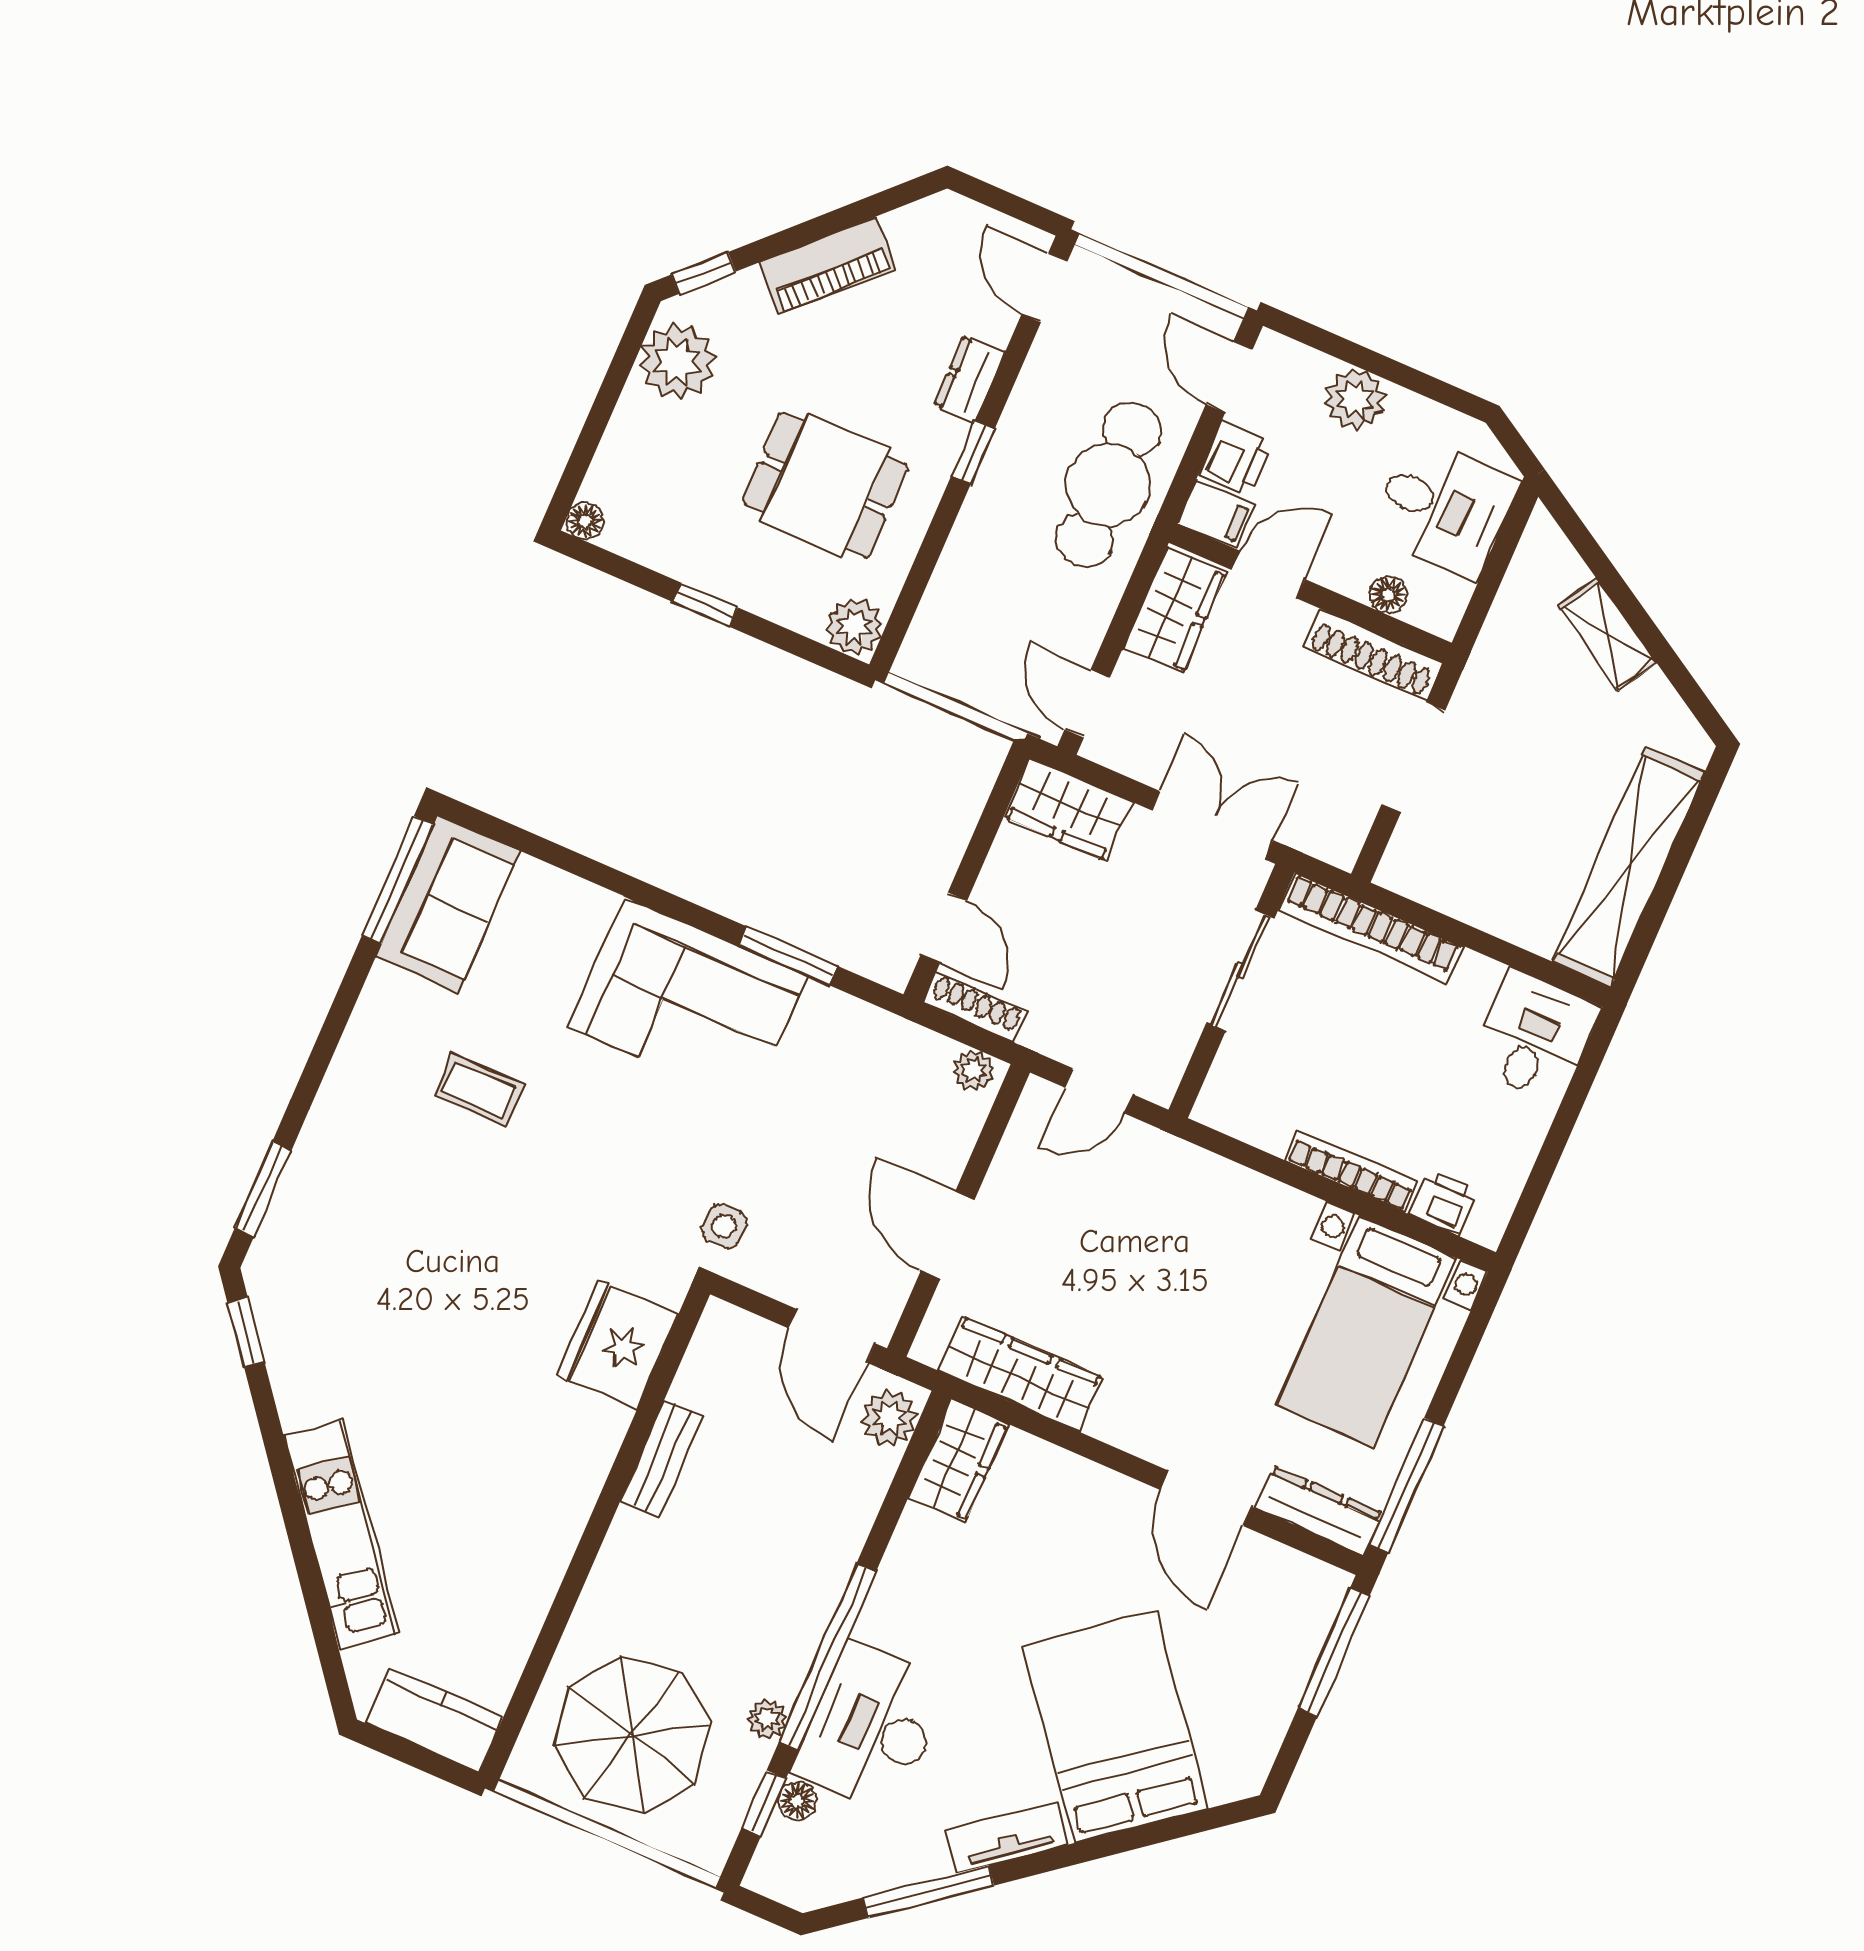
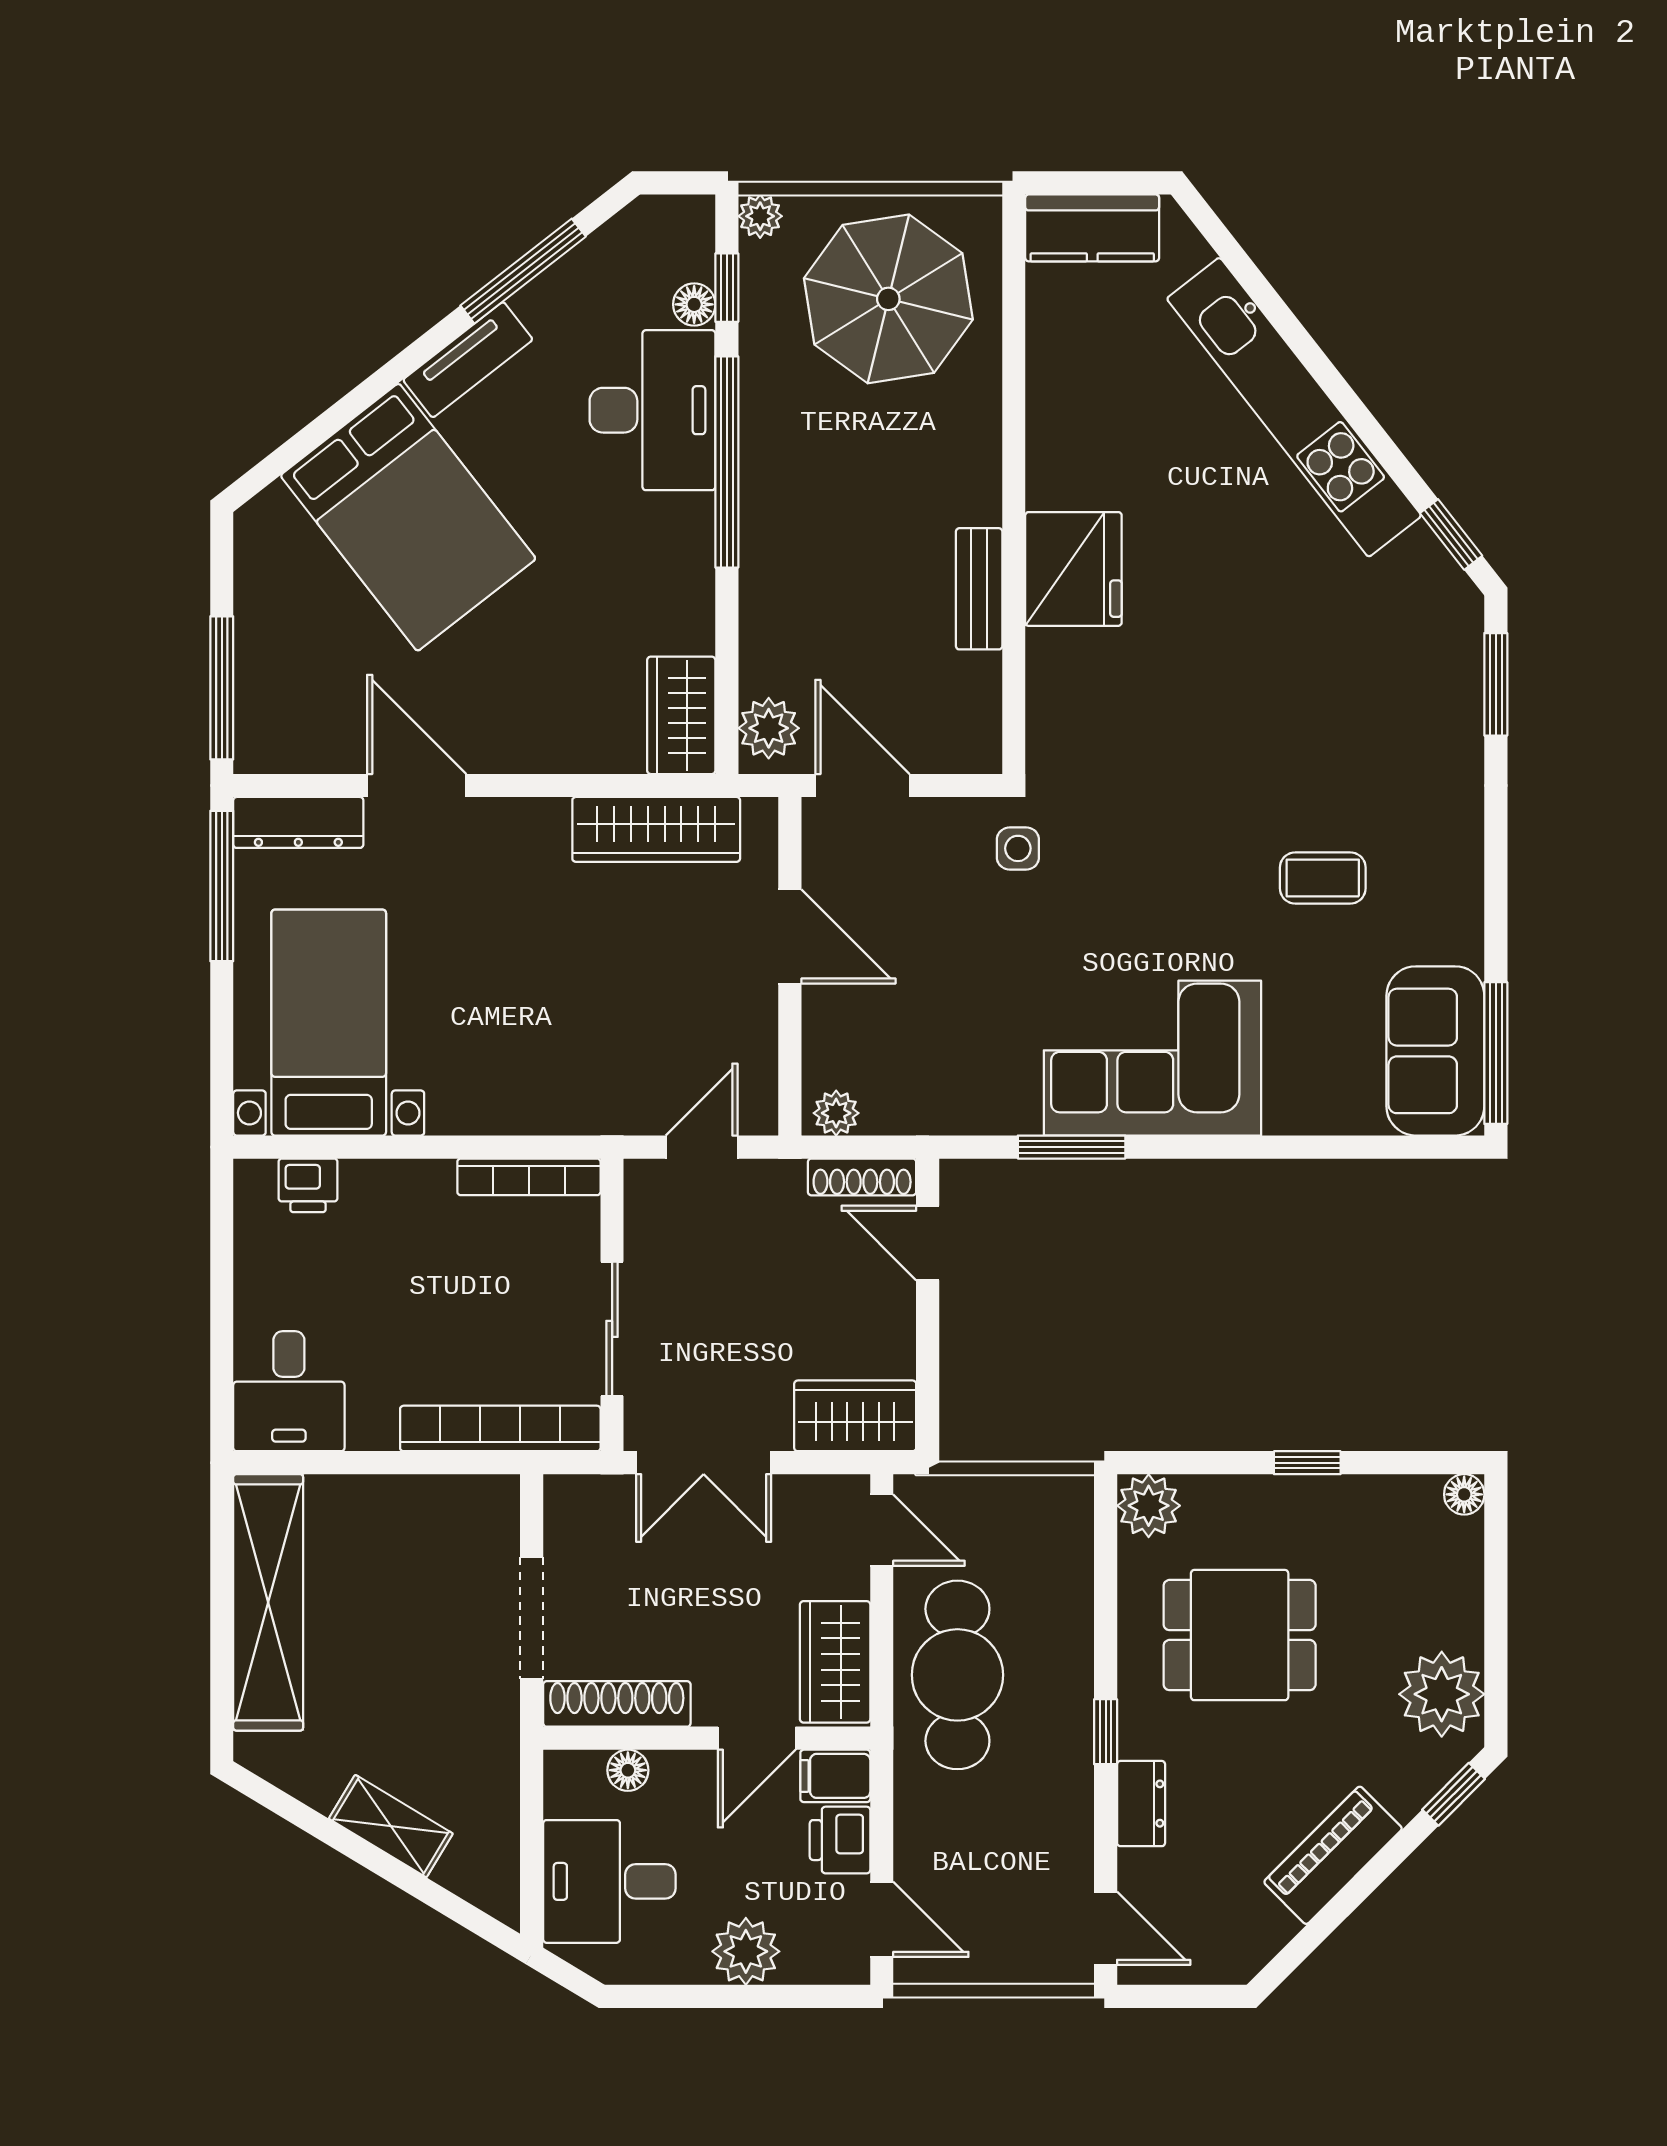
cafe table: (1108, 485) -> (957, 1675), moved
bookcase: (1351, 1171) -> (529, 1177), moved
fridge: (617, 1345) -> (1073, 569), moved
kitchen unit: (341, 1535) -> (1294, 407), width x1.36
plant: (767, 1719) -> (760, 216), moved

